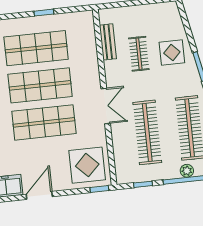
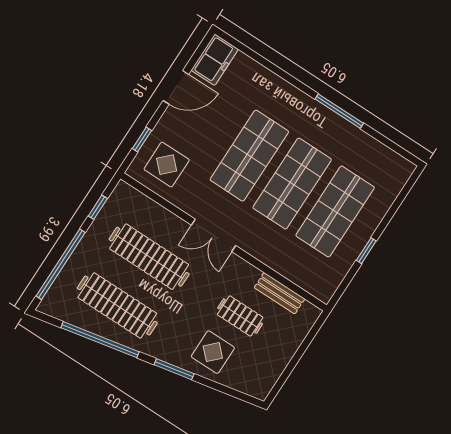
display table: (87, 165) -> (167, 165), width x0.73, depth x0.73
plant: (187, 171) -> (74, 266), removed
window: (99, 189) -> (142, 140), moved
door: (39, 195) -> (176, 87), hinge flipped

